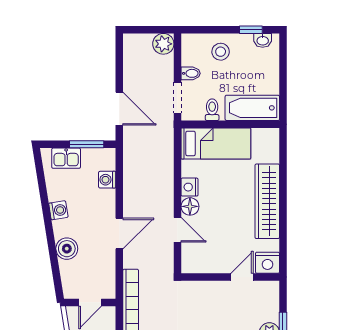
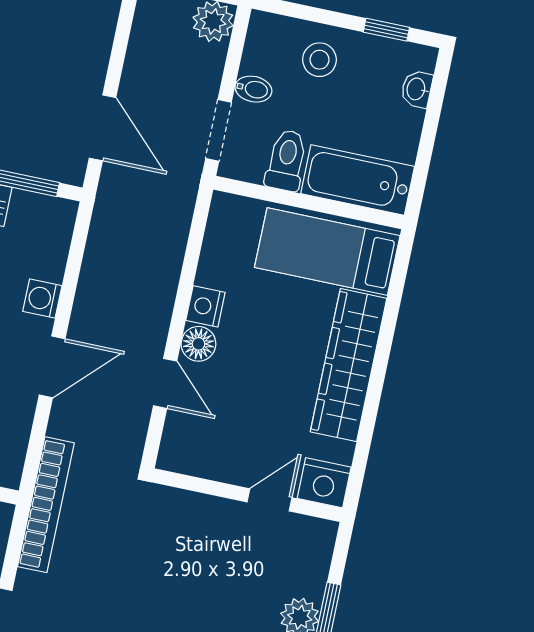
washbasin: (263, 40) -> (417, 89), moved, turned 90
toilet: (212, 110) -> (286, 160), width x1.37, depth x1.39
bed: (216, 143) -> (327, 252), moved, turned 180
washing machine: (107, 180) -> (42, 299), moved

